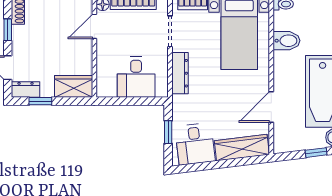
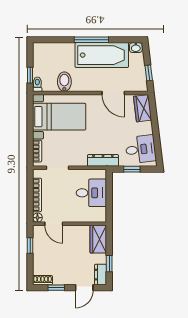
dresser: (180, 73) -> (103, 160), moved
wardrobe: (242, 148) -> (143, 108), width x0.67
window: (316, 153) -> (149, 73), moved

